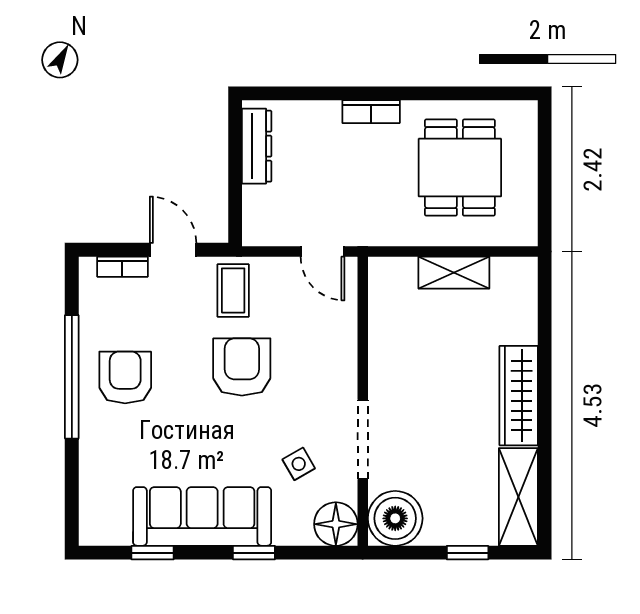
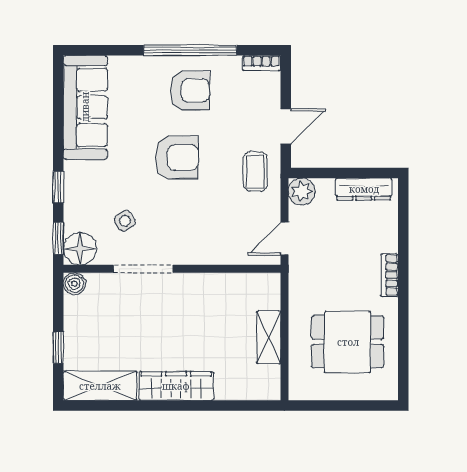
plant: (260, 228) -> (302, 192), added
bookcase: (122, 267) -> (262, 63), moved, turned -90
coffee table: (233, 290) -> (255, 171), turned 90
armchair: (242, 367) -> (177, 158), moved
sofa: (202, 516) -> (85, 107), moved
boiler: (395, 518) -> (74, 284), width x0.54, depth x0.54
window: (153, 553) -> (58, 238), moved

